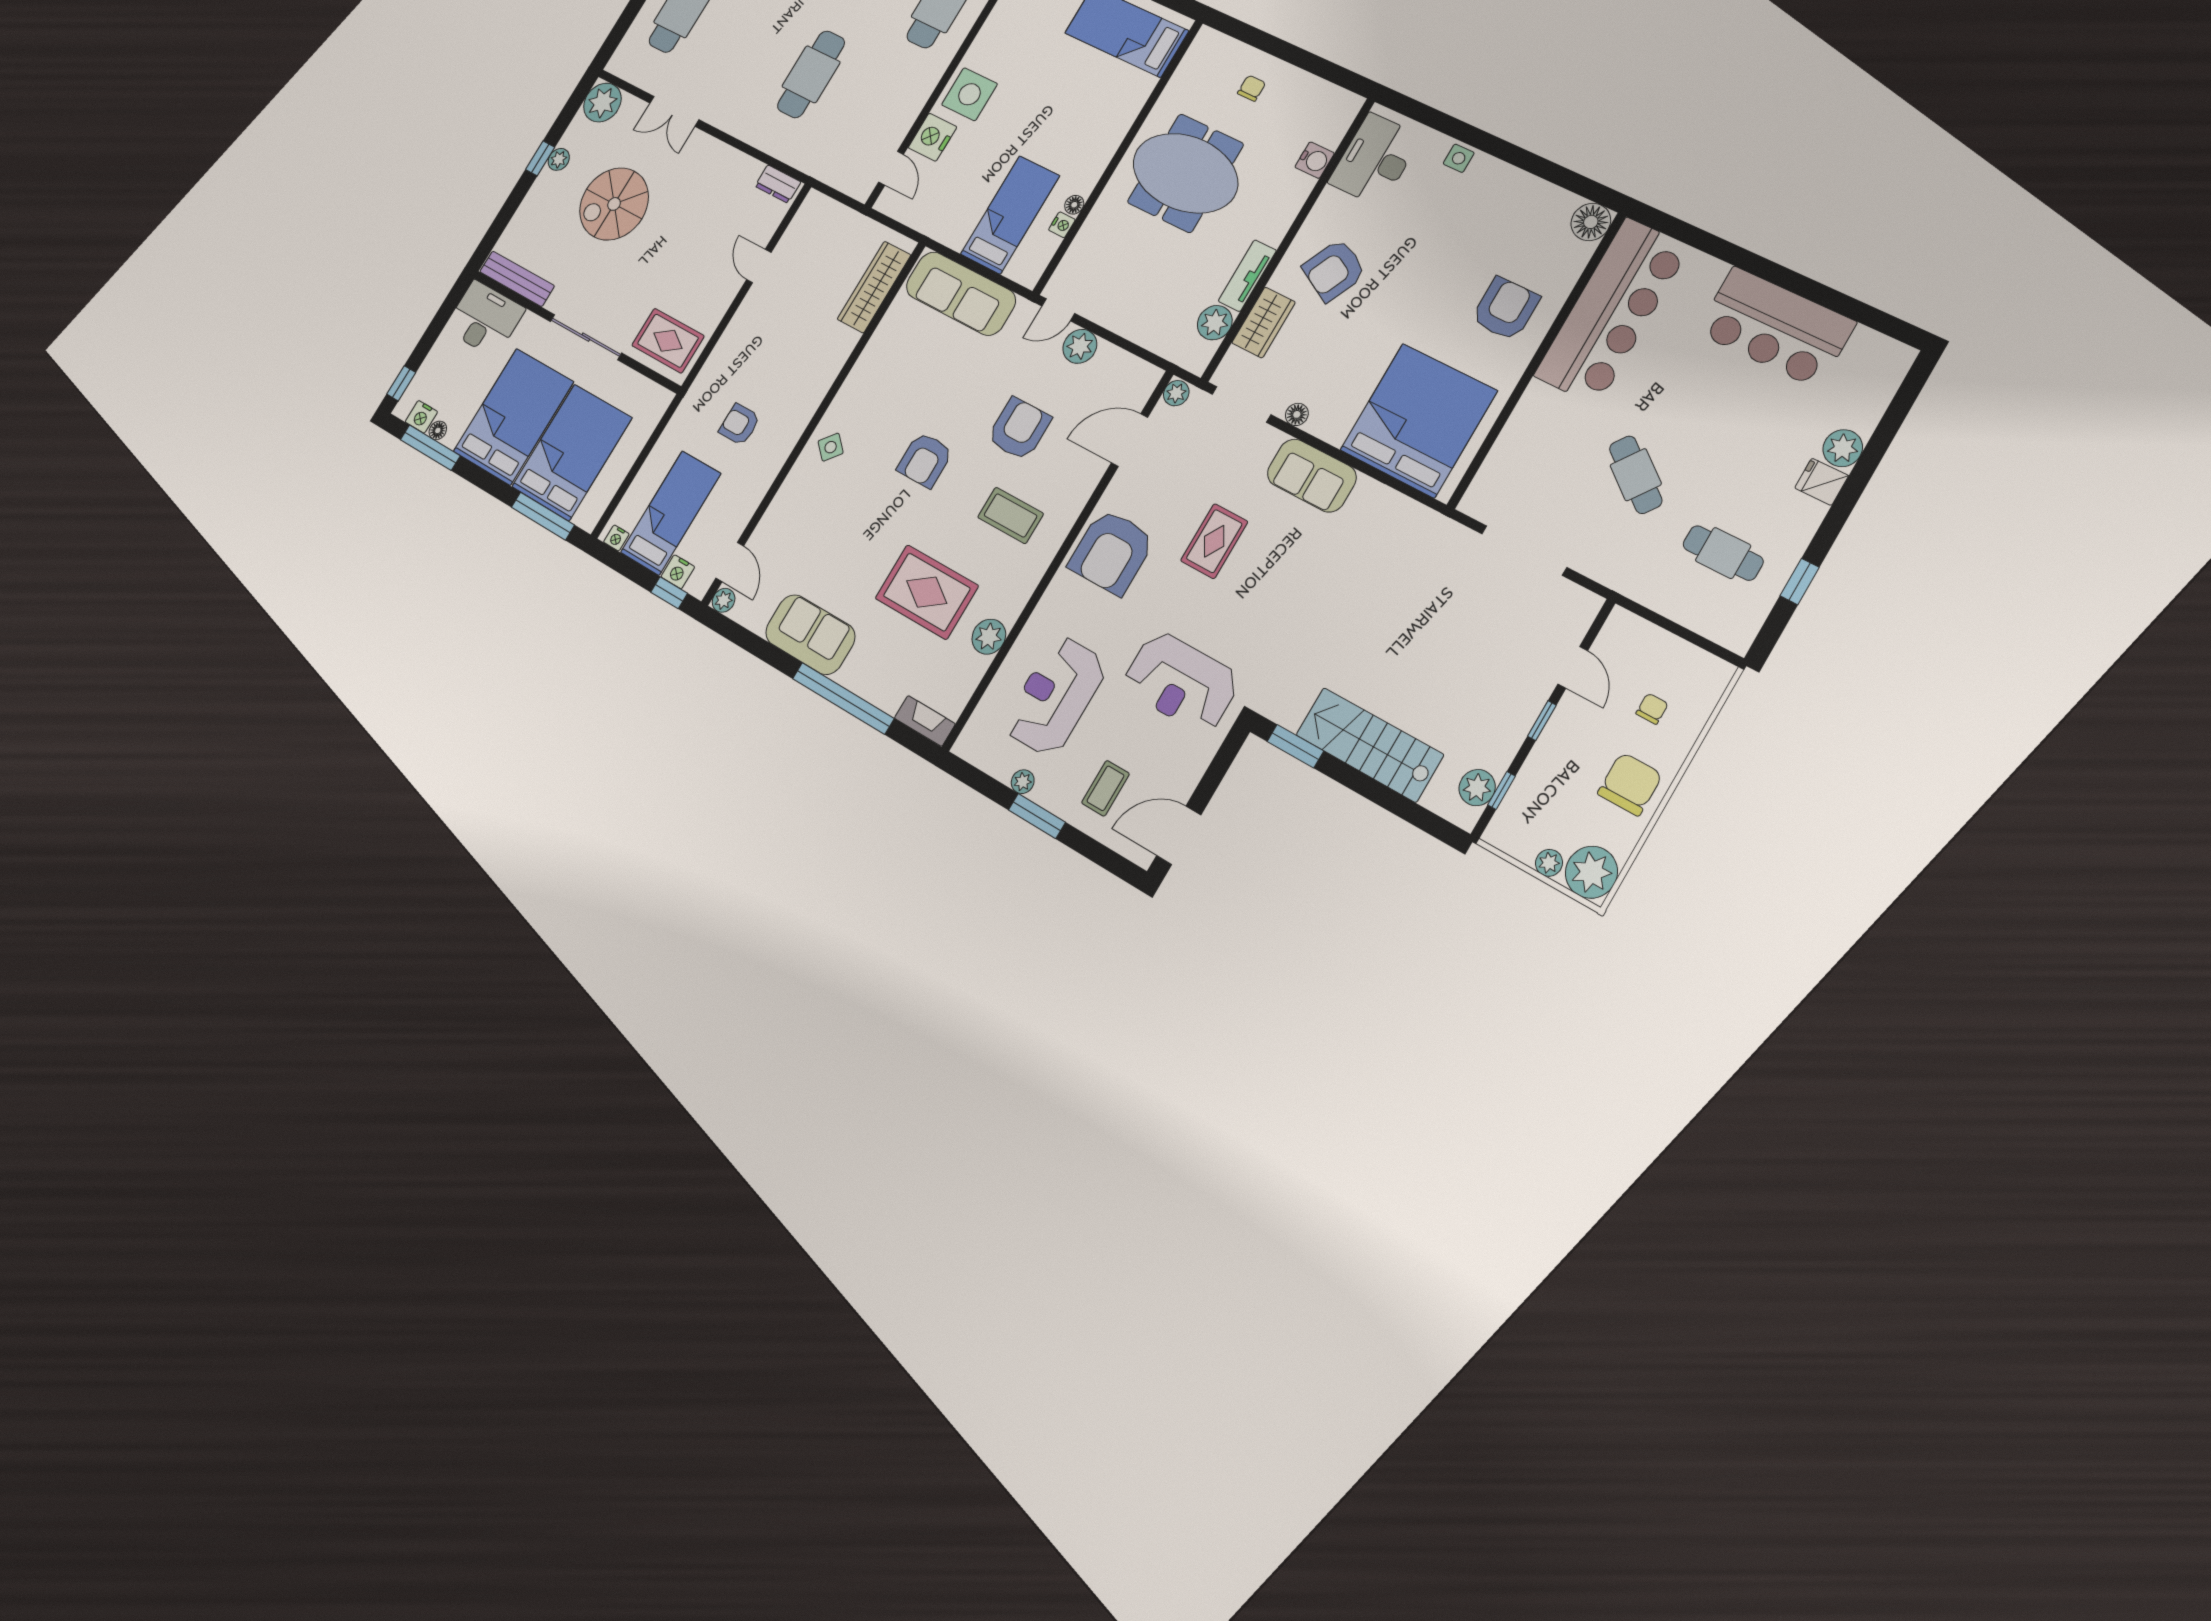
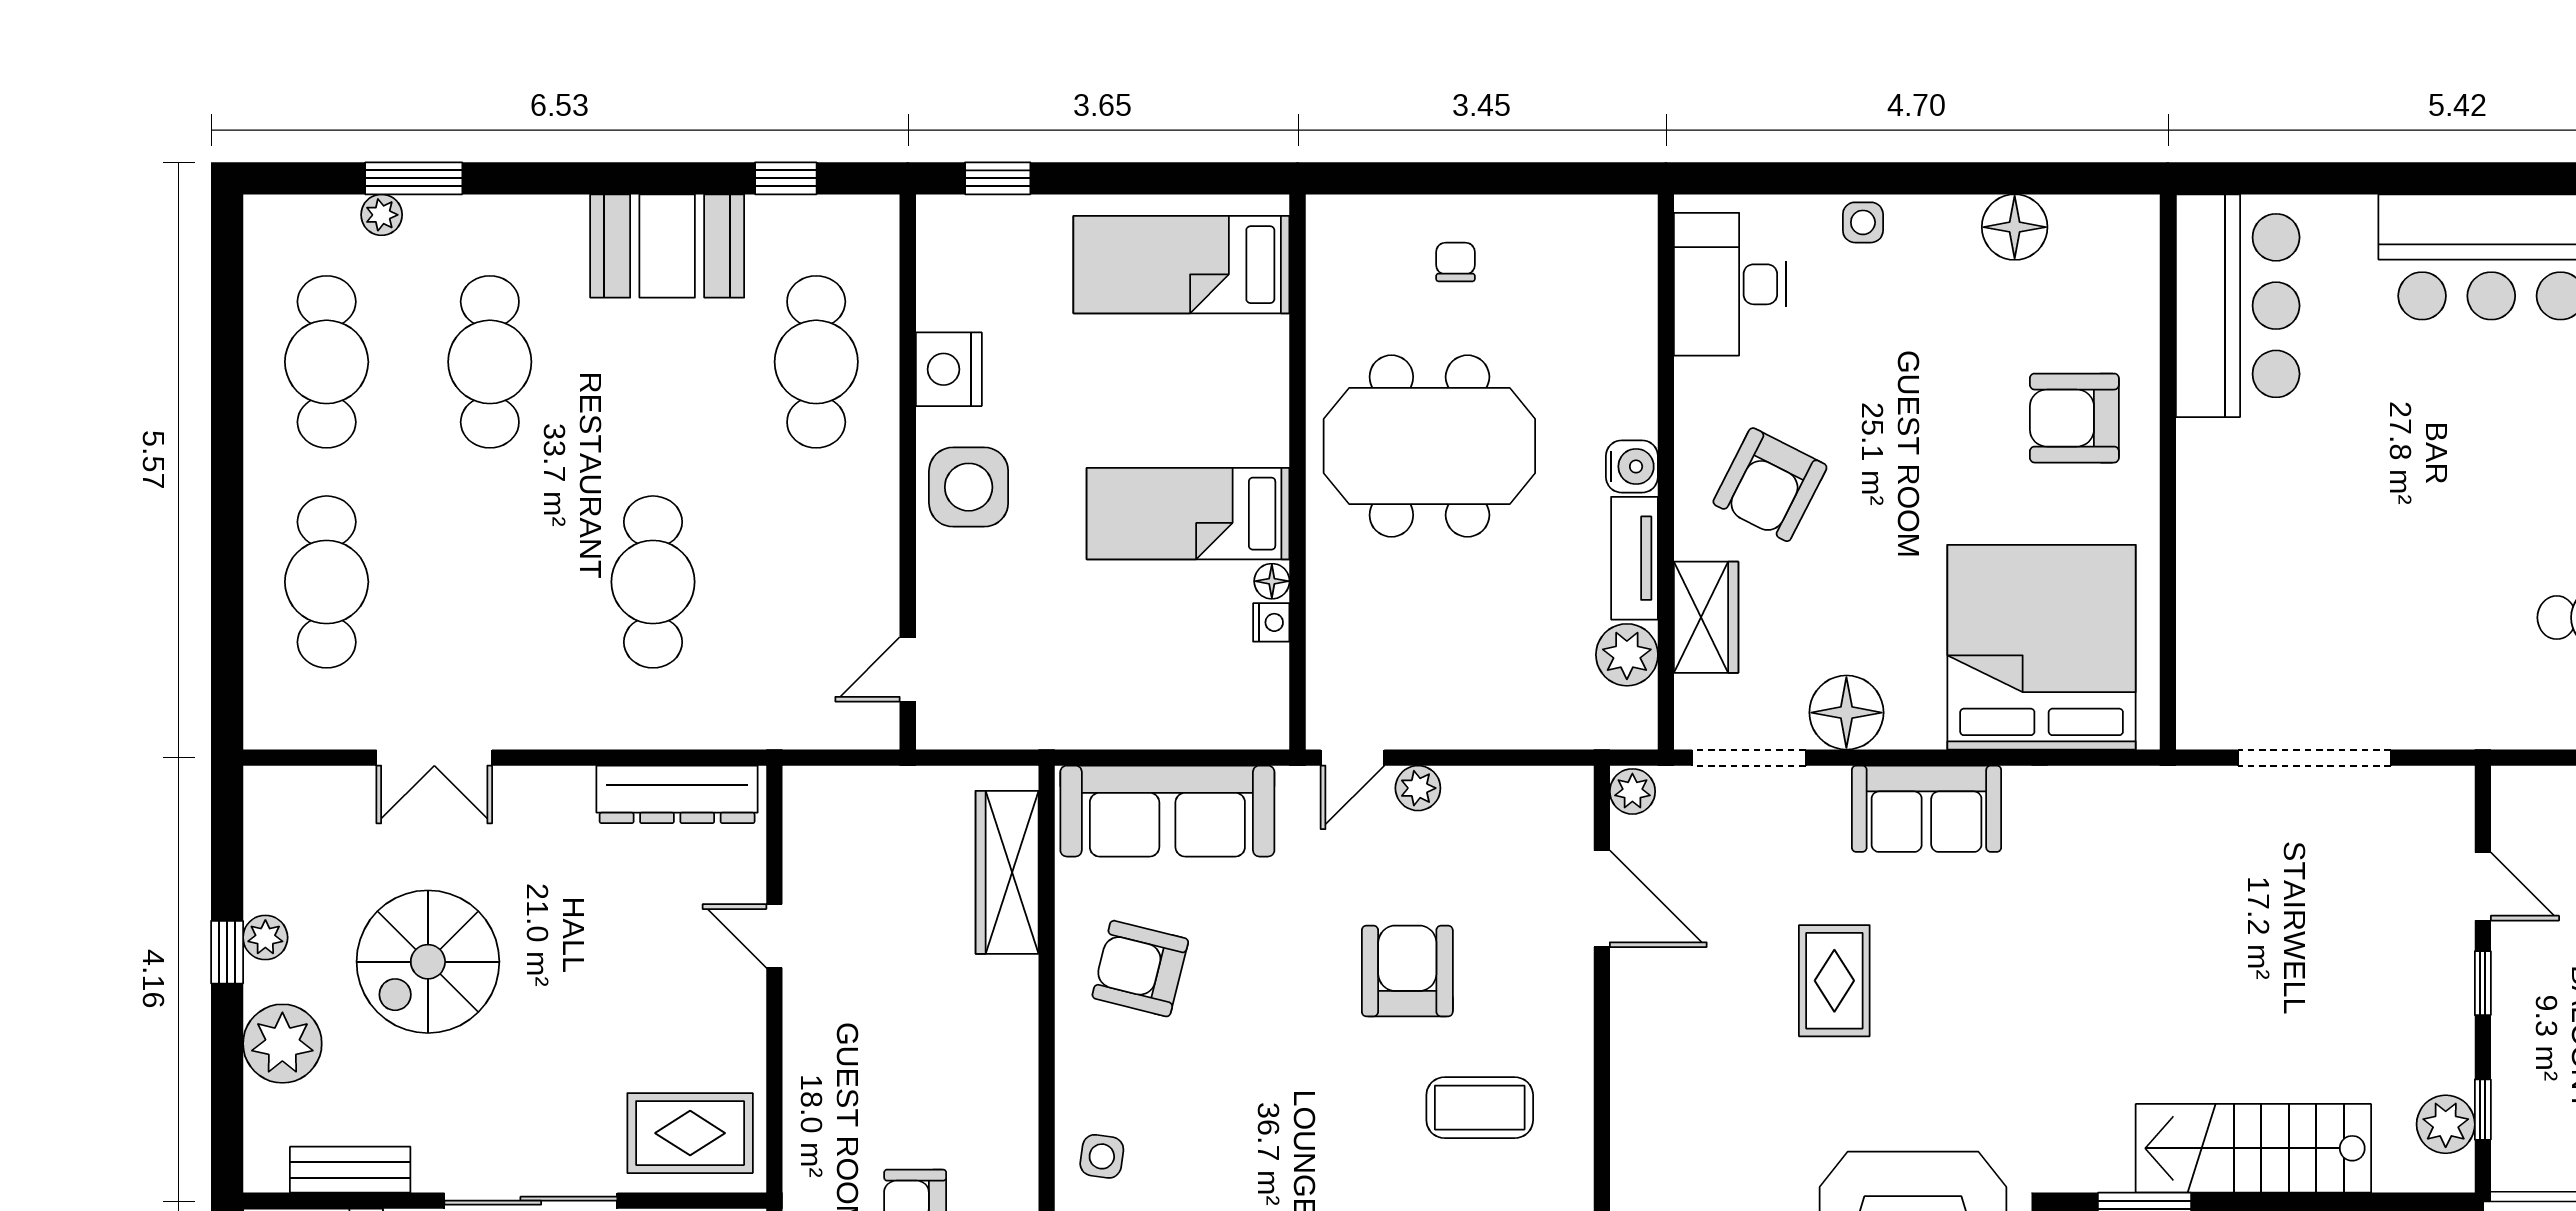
plant: (602, 103) -> (282, 1044), moved
nightstand: (932, 137) -> (949, 369), moved
water cooler: (1315, 160) -> (1632, 466), moved
door: (891, 168) -> (908, 669), swing flipped
dresser: (778, 184) -> (677, 794), width x1.96, depth x1.24
bed: (1010, 215) -> (1188, 514), moved, turned -90
floor lamp: (1591, 222) -> (2015, 227), moved
bench: (517, 279) -> (350, 1170), width x0.73
armchair: (1505, 309) -> (2074, 418), turned -90
bar counter: (1612, 311) -> (2238, 306), width x0.73
plant: (1080, 346) -> (1418, 788), width x0.73, depth x0.73
floor lamp: (1297, 414) -> (1846, 713), width x1.89, depth x1.89
door: (1130, 440) -> (1602, 899), swing flipped
side table: (831, 447) -> (1102, 1156), turned -34
armchair: (925, 460) -> (1140, 969), moved, turned 104
cafe table: (1636, 475) -> (2413, 568), removed
armchair: (1112, 552) -> (1681, 1079), removed

